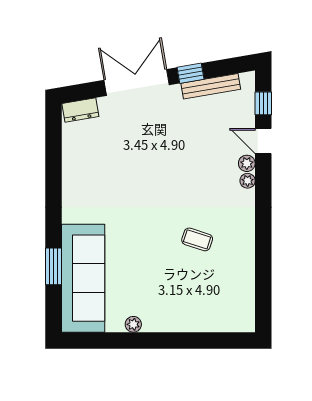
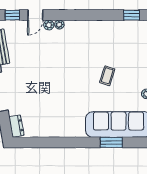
coffee table: (197, 239) -> (107, 76), moved
window: (263, 300) -> (132, 15), added

